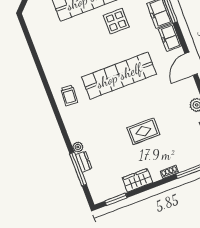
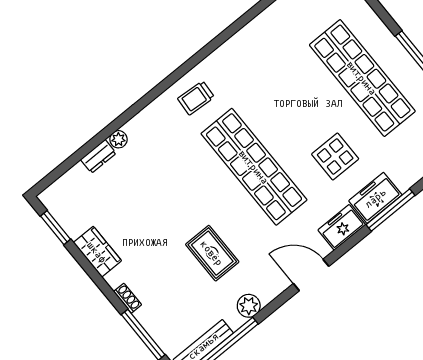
display table: (116, 21) -> (335, 156), moved
rug: (143, 131) -> (212, 253), moved
window: (78, 169) -> (84, 151), removed

